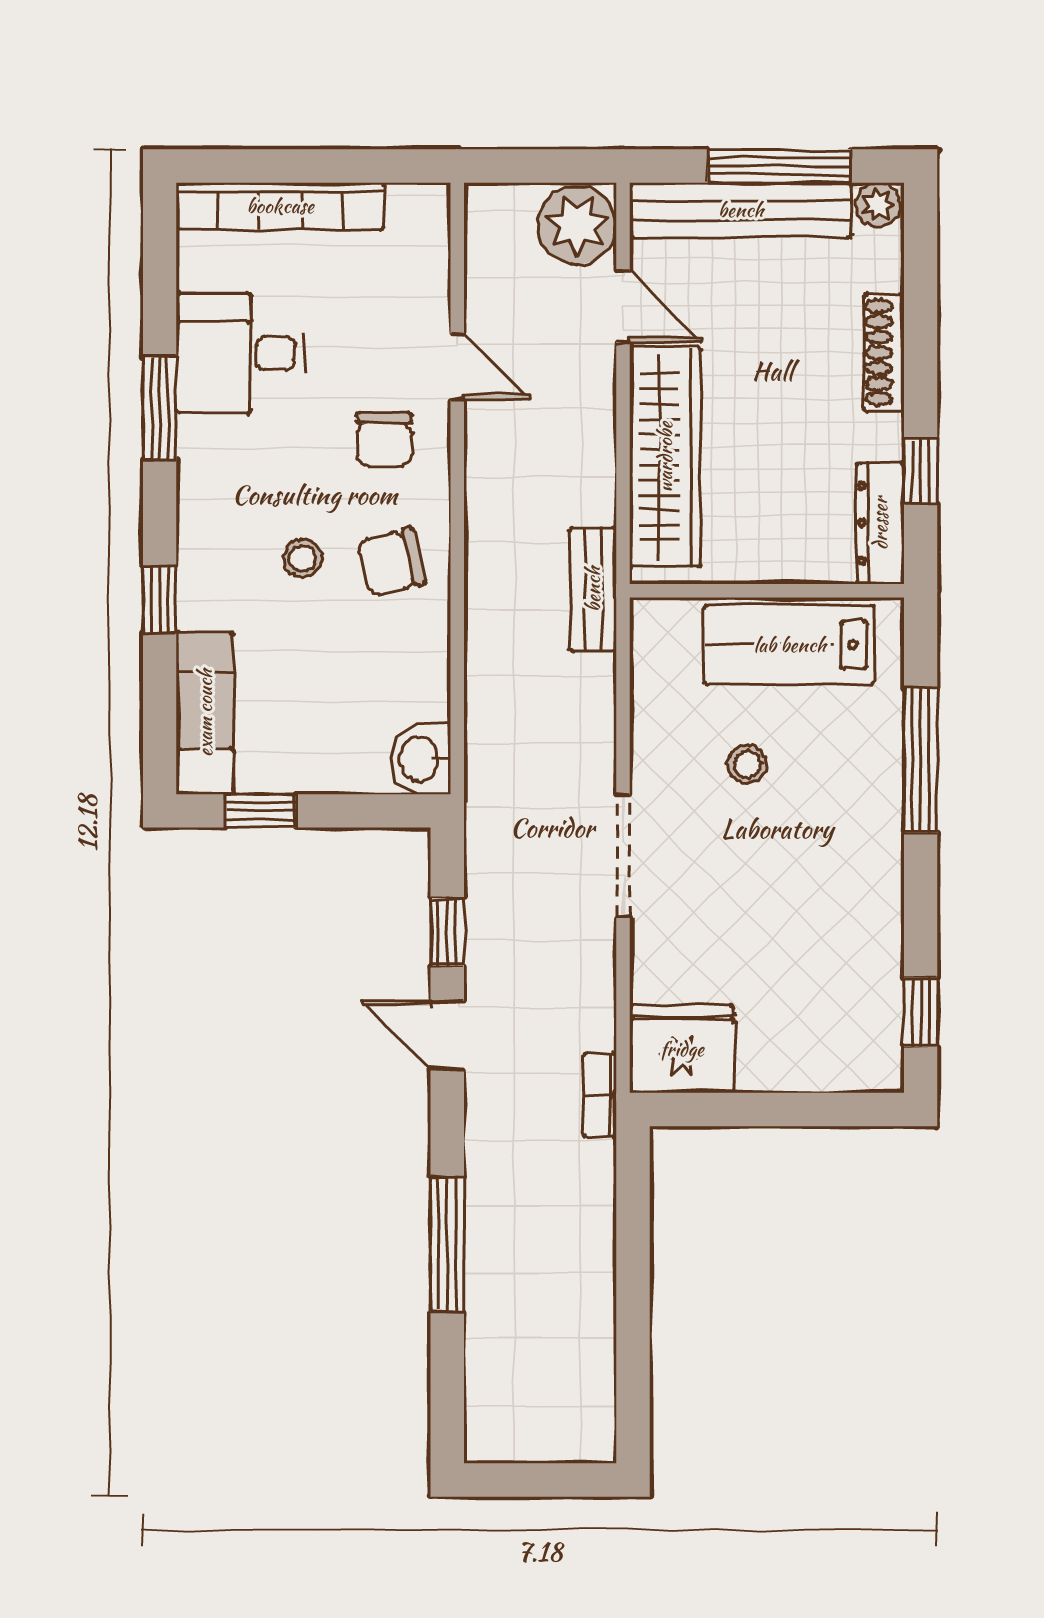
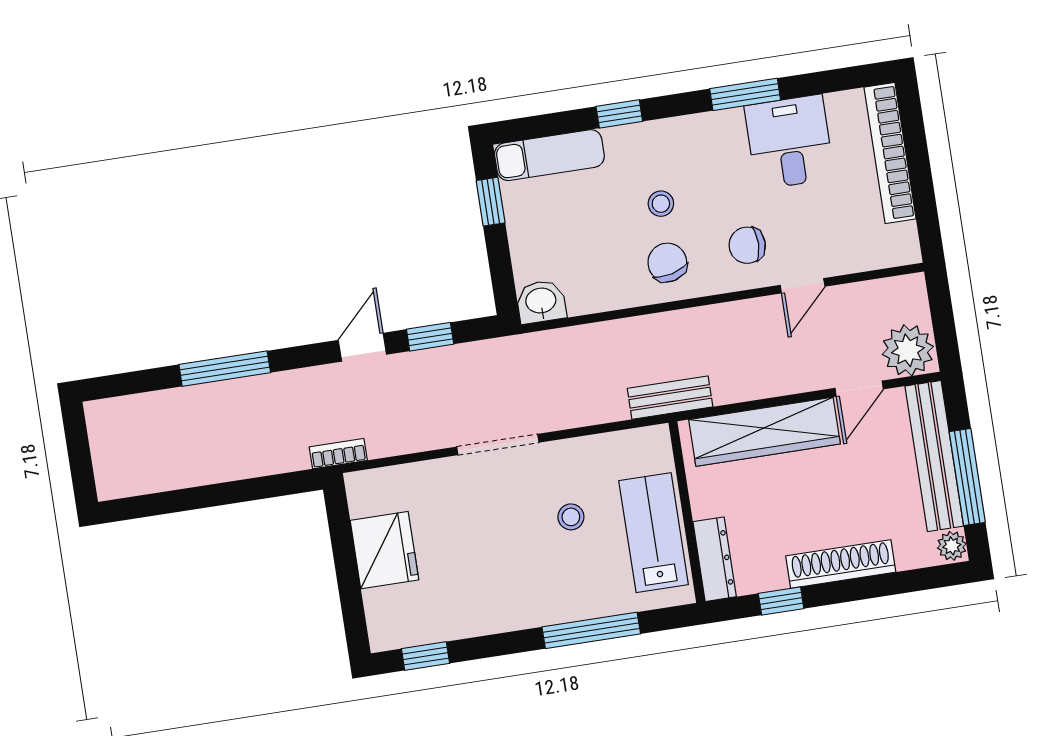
shoe rack: (884, 353) -> (841, 564), width x1.36, depth x1.24
dresser: (880, 523) -> (715, 559), moved, turned 90
fridge: (682, 1049) -> (384, 550), moved

